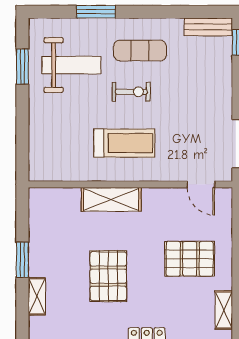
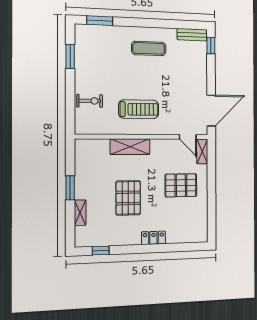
window: (96, 12) -> (100, 21), moved
weight bench: (71, 65) -> (103, 56), removed
exercise bike: (131, 92) -> (90, 101), moved
shelving: (224, 310) -> (202, 151), moved

